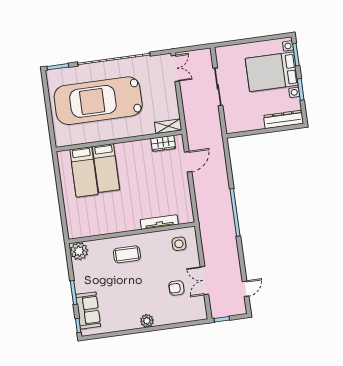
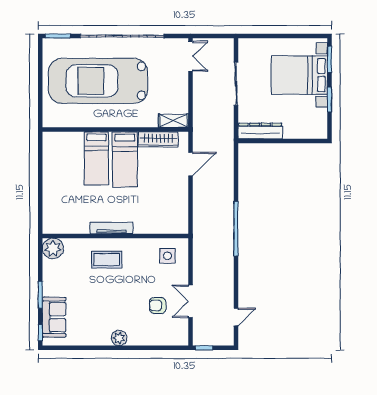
dresser: (283, 119) -> (260, 131), moved
wardrobe: (163, 143) -> (158, 139), width x1.50
bed: (84, 172) -> (125, 159), moved
tv unit: (159, 222) -> (111, 228), moved

